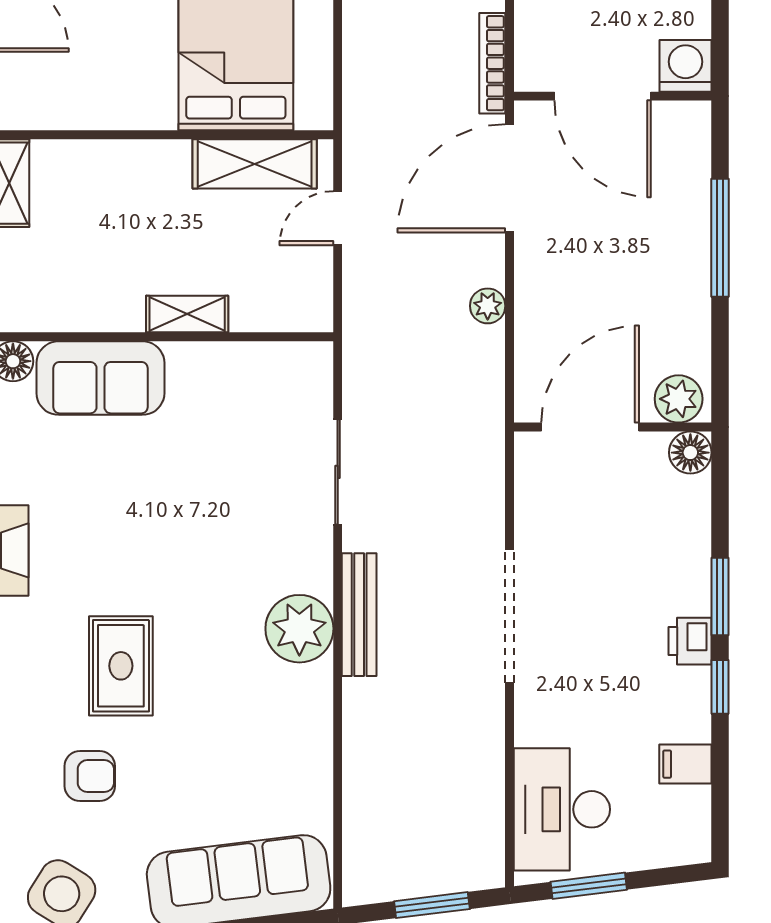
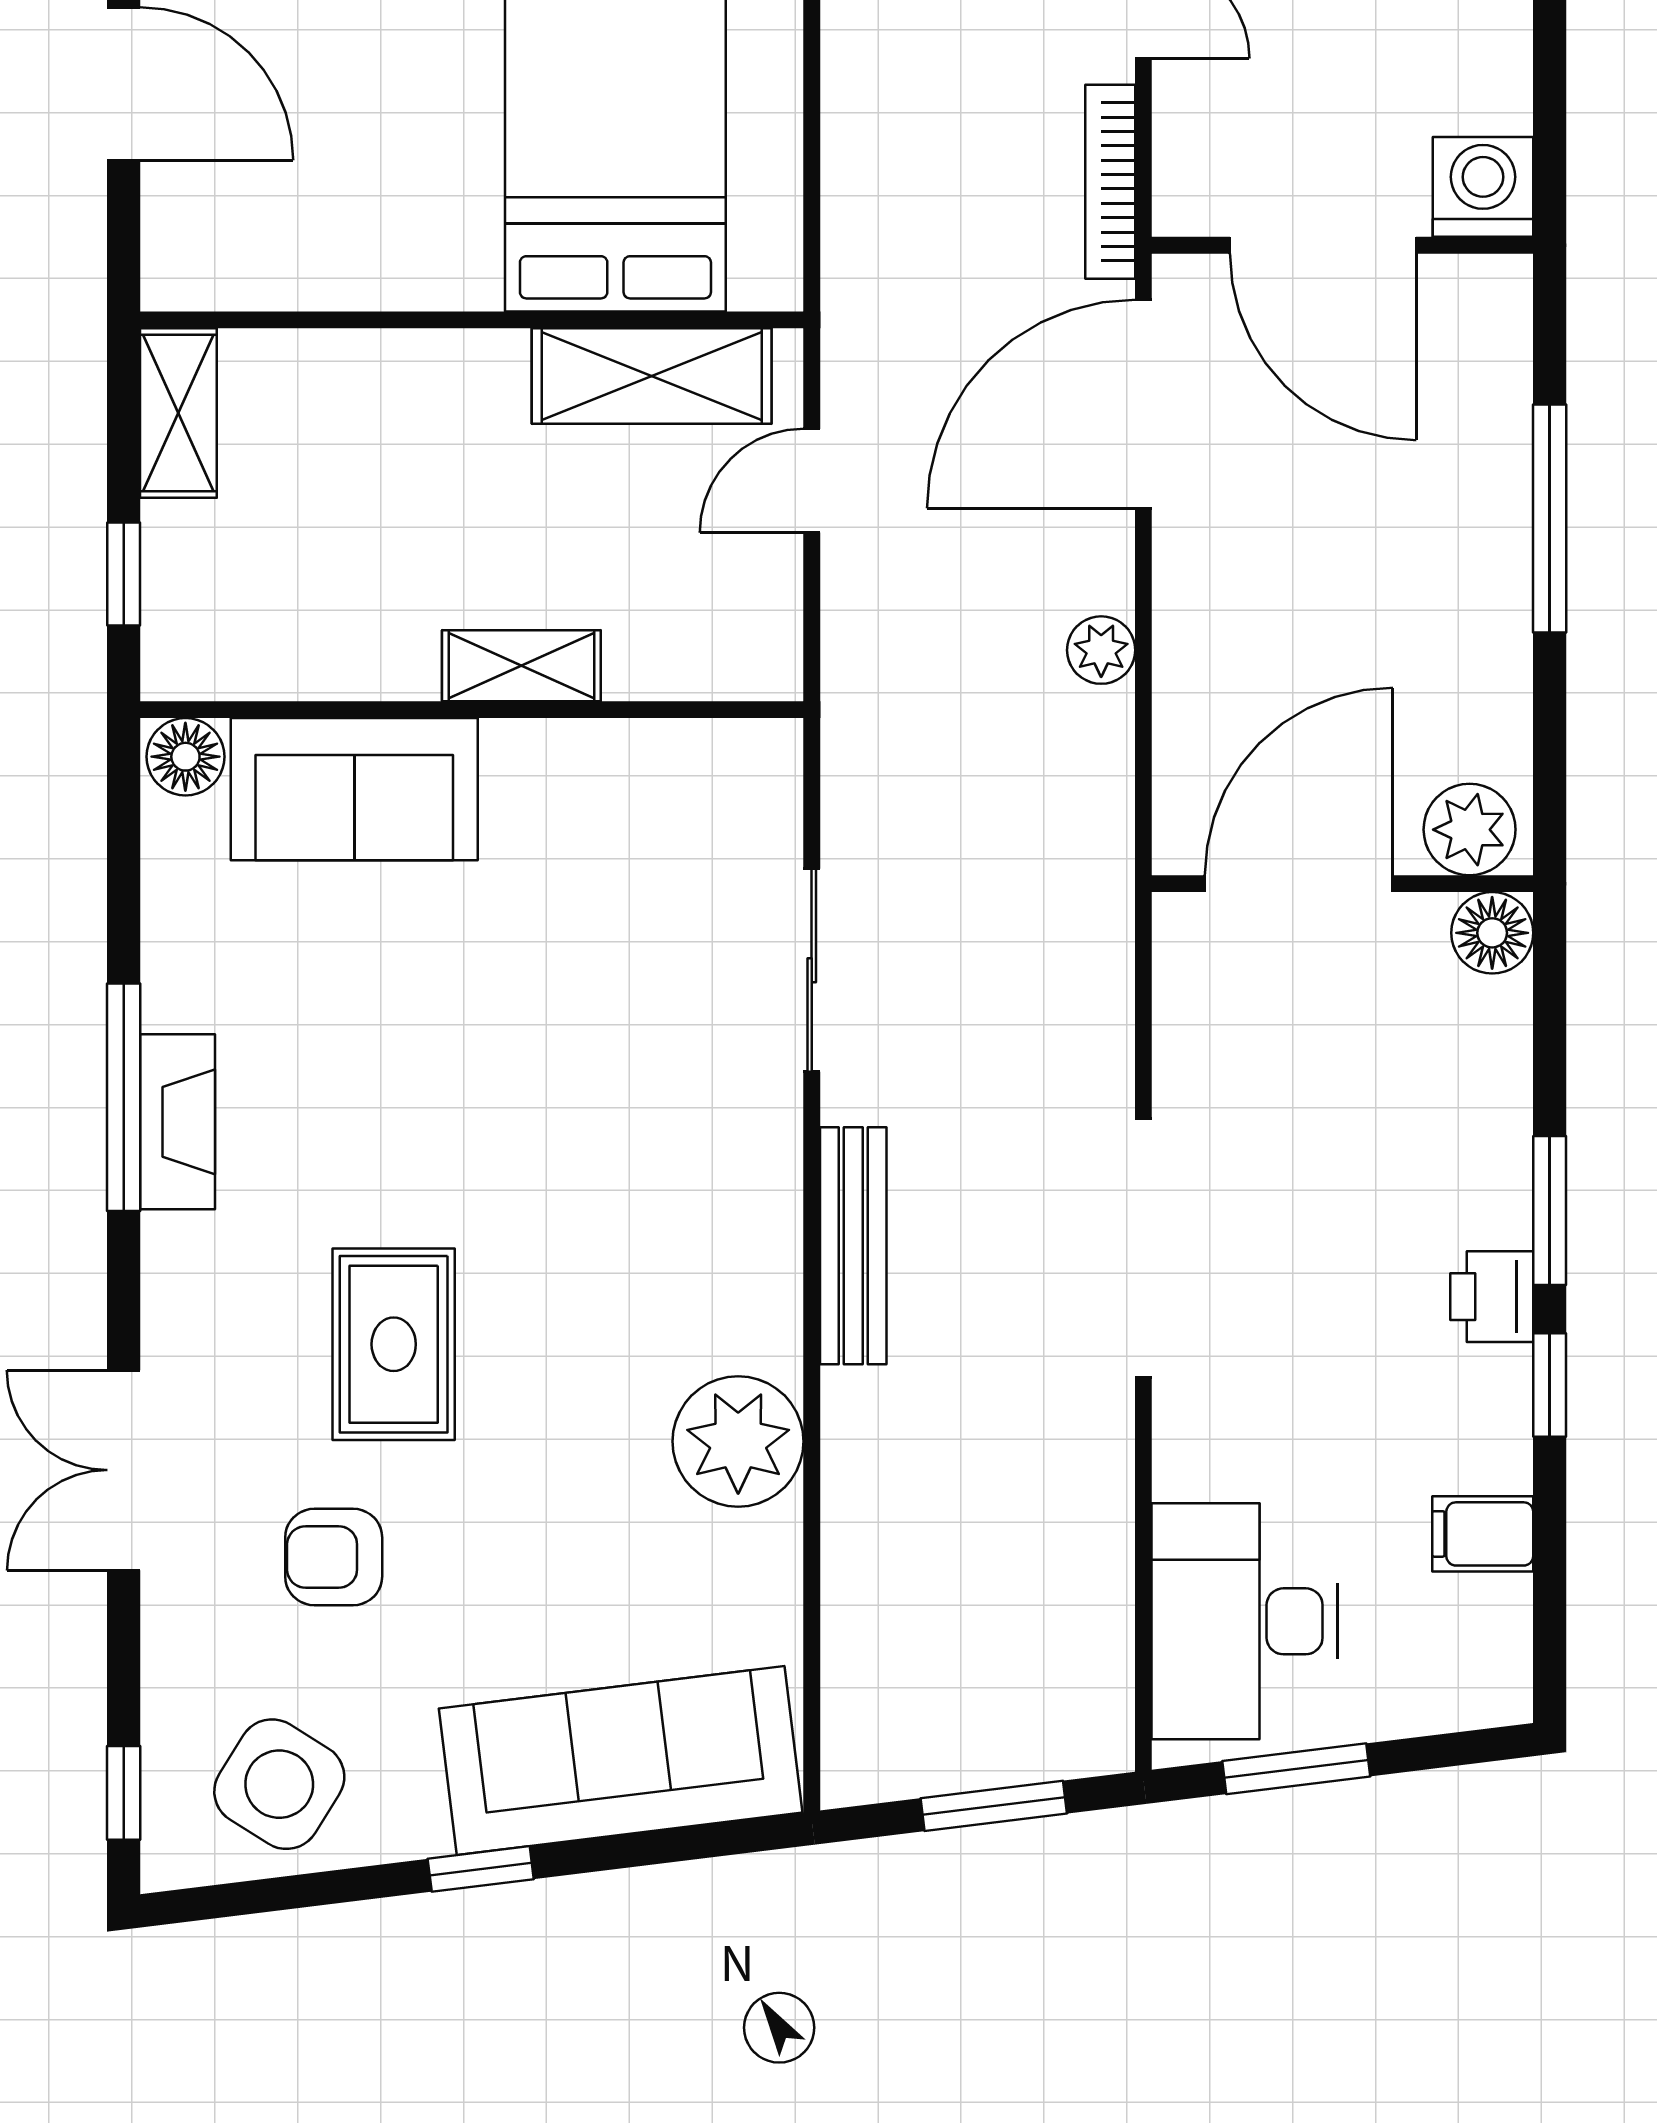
plant: (299, 629) -> (738, 1441), moved
armchair: (90, 776) -> (334, 1557), turned 180

